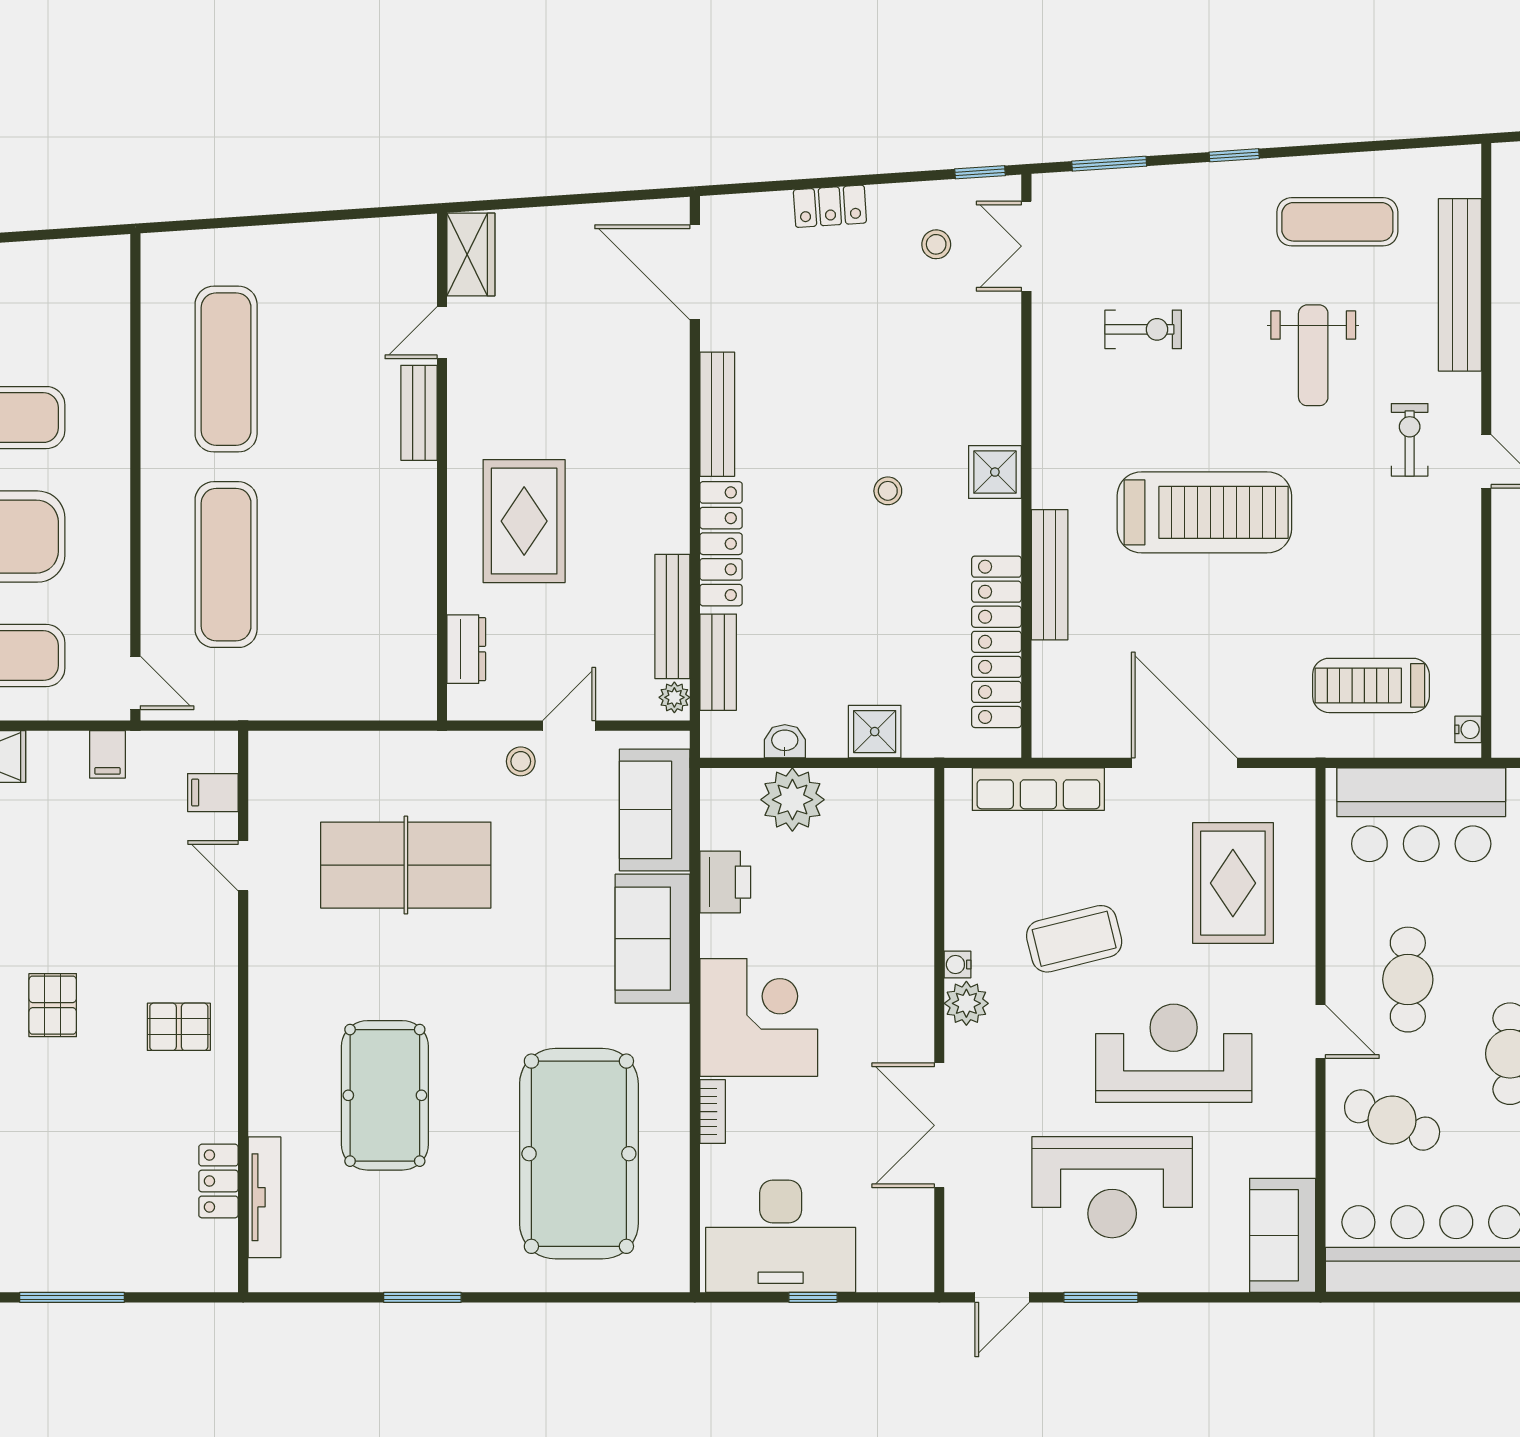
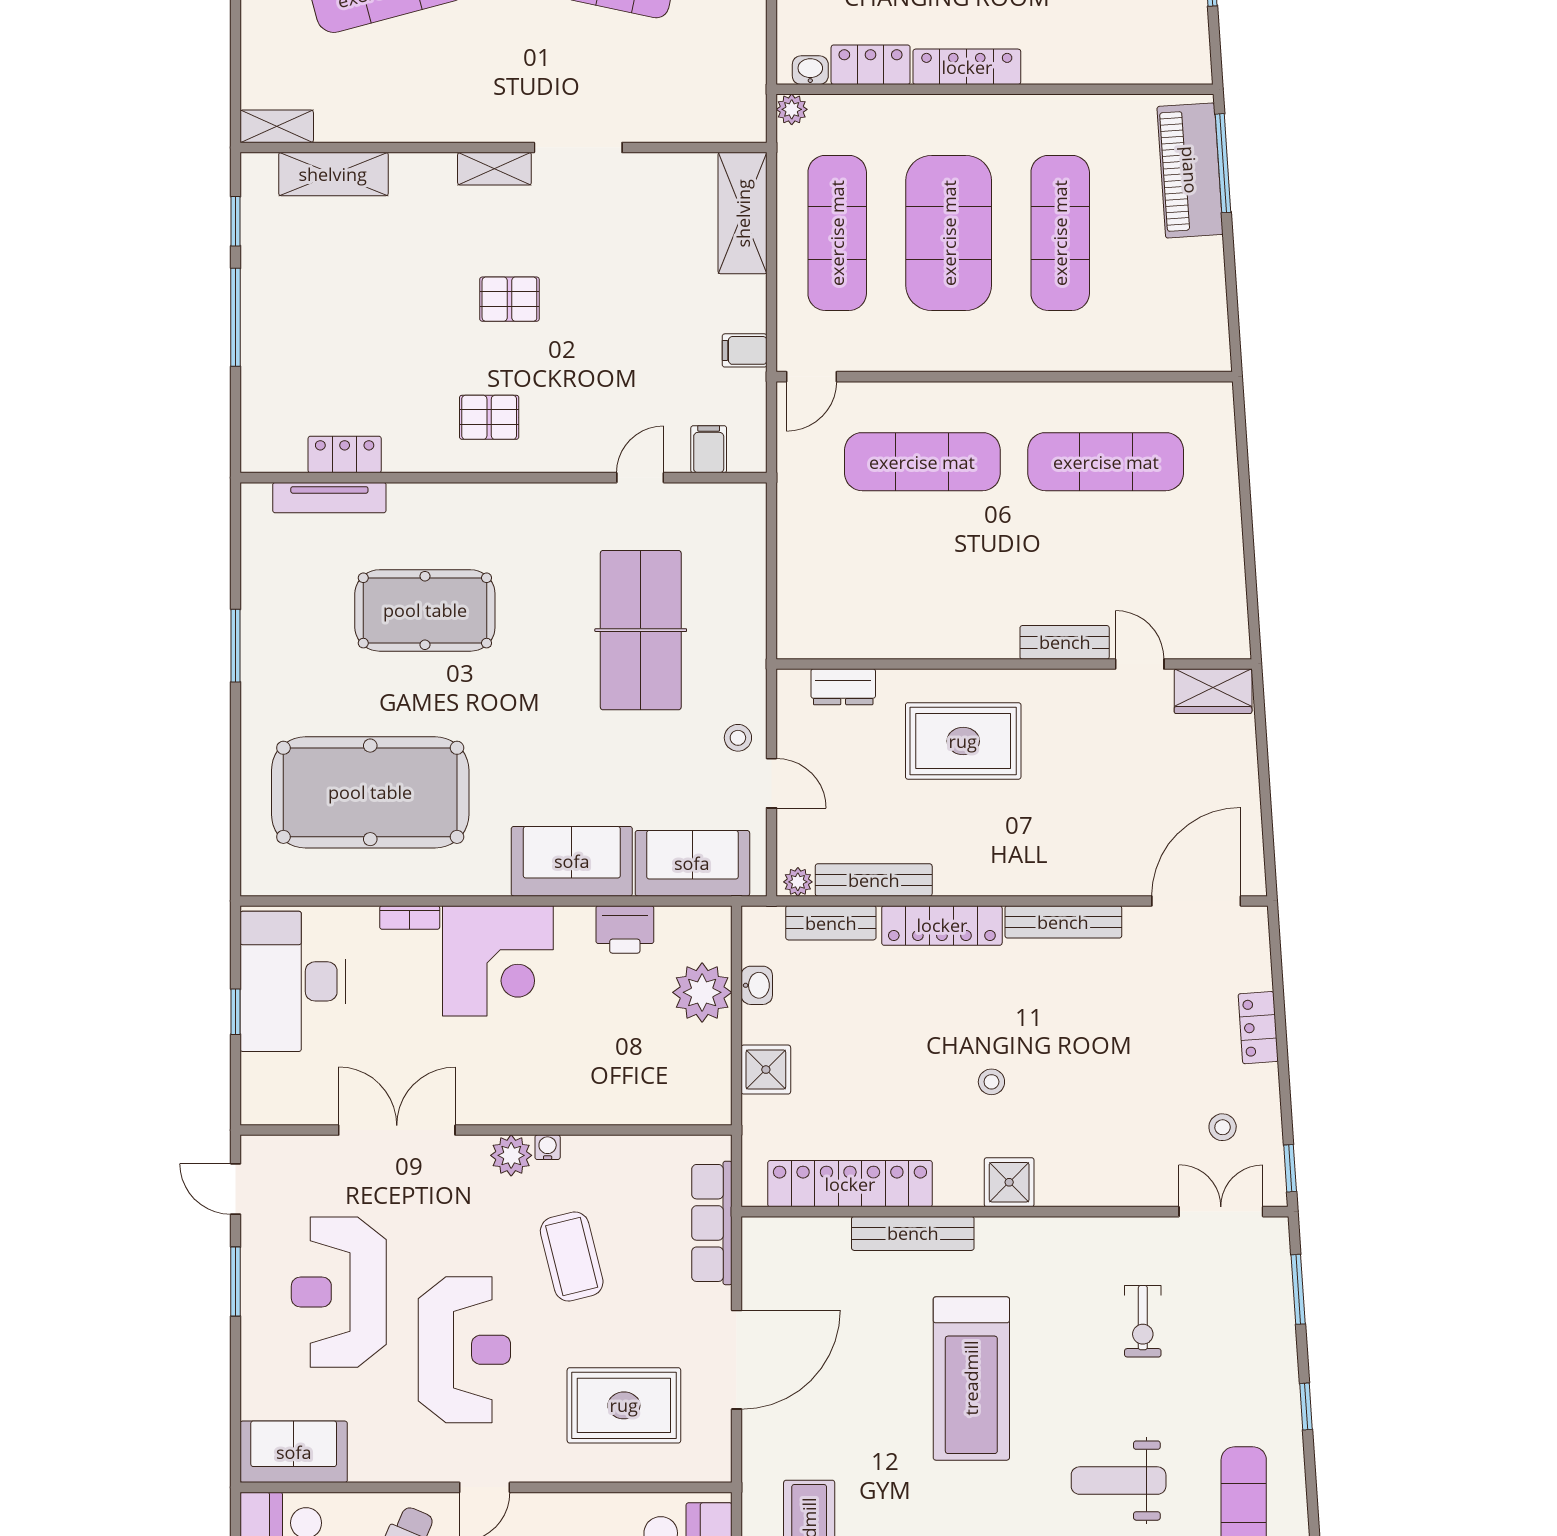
pallet: (179, 1027) -> (489, 417), turned 90

